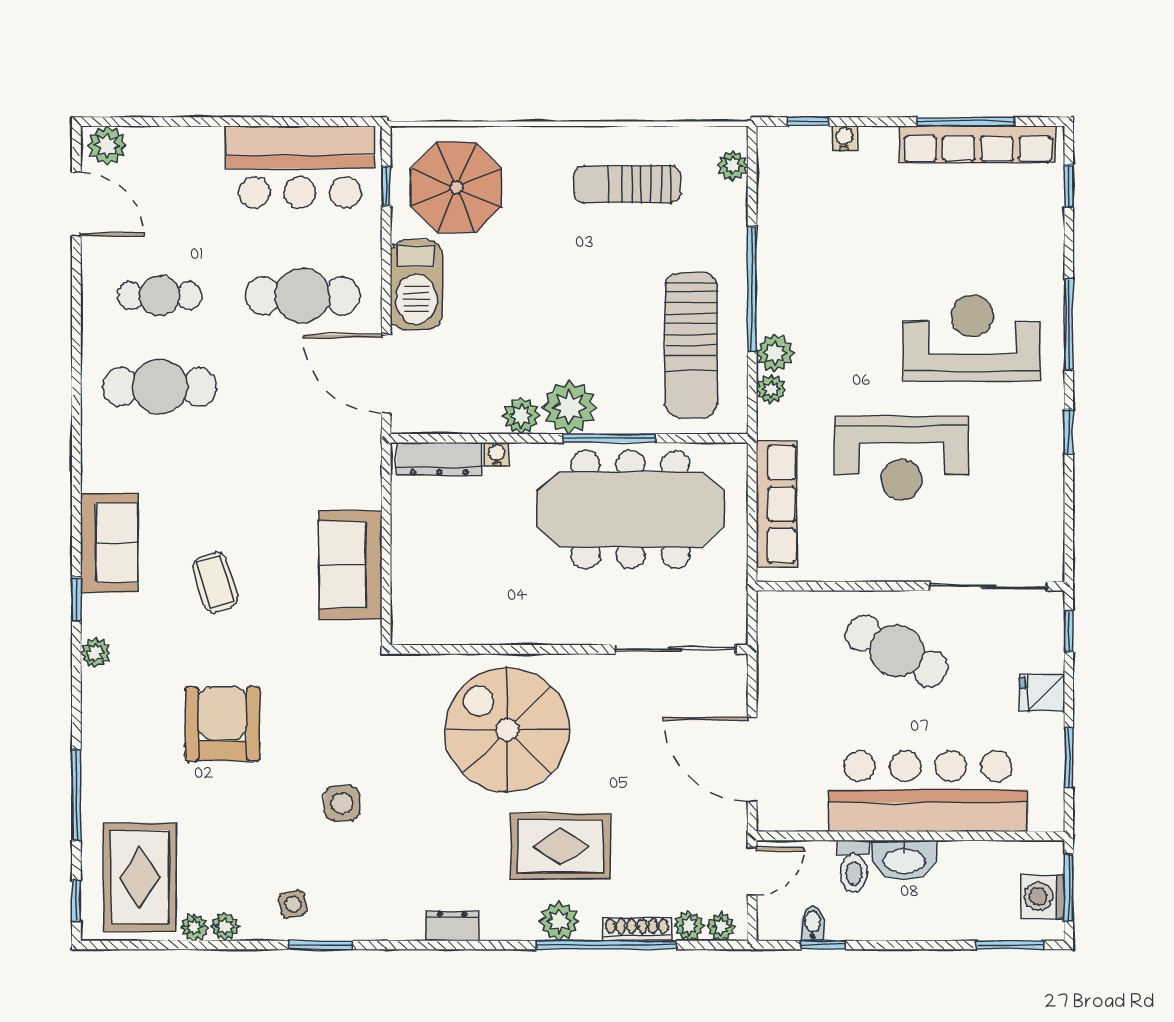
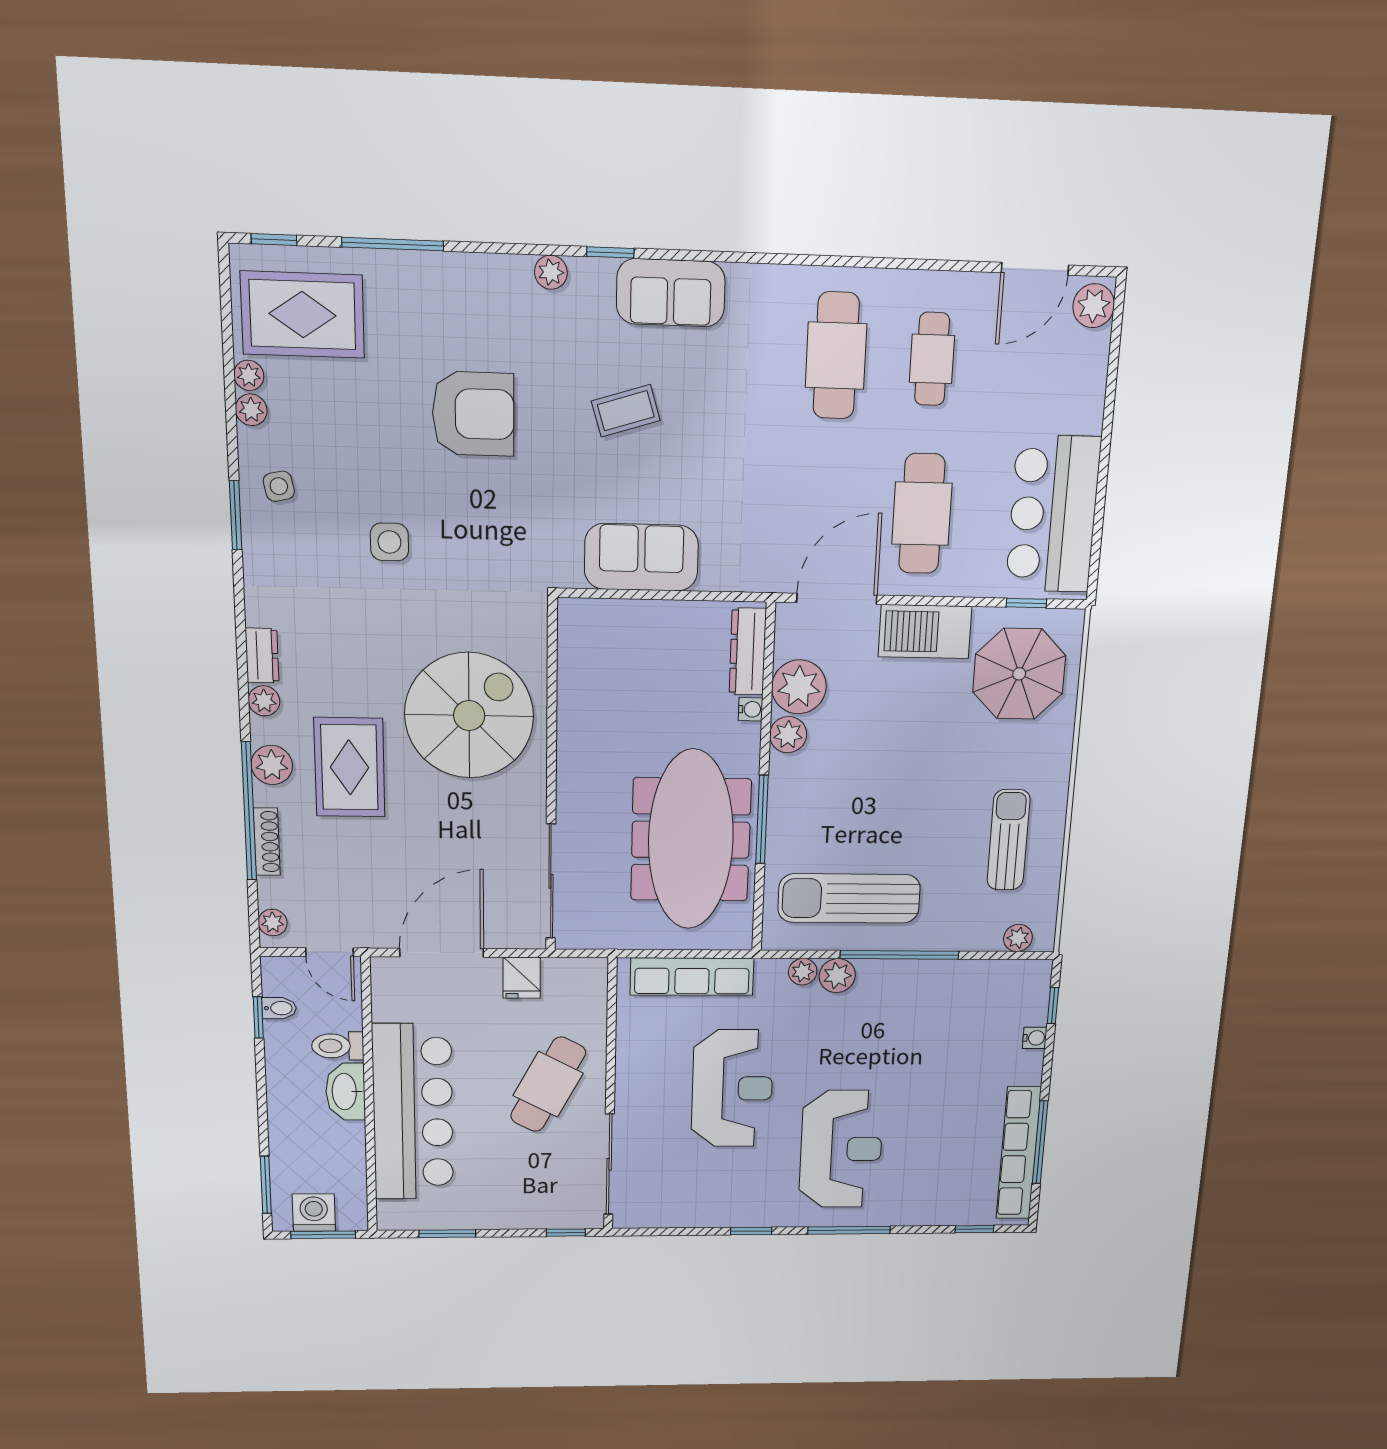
plant: (570, 407) -> (799, 687), moved
reception desk: (902, 458) -> (732, 1088), turned 180
fridge: (1042, 693) -> (522, 978), moved, turned 180
plant: (689, 926) -> (264, 701), moved

